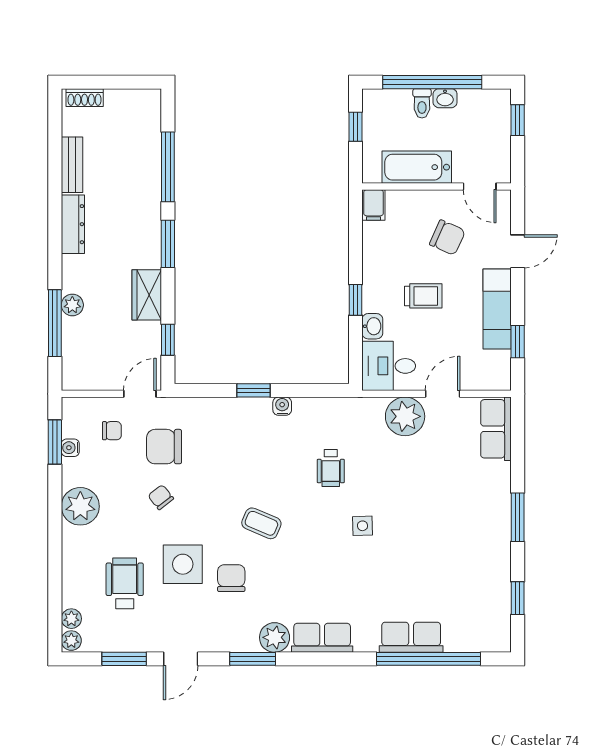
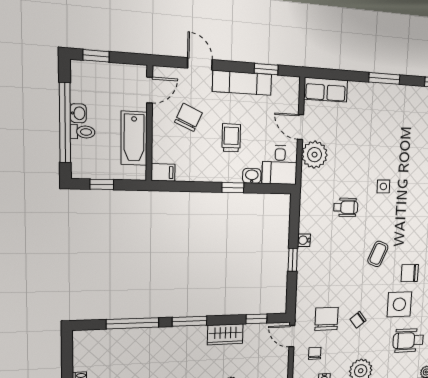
chair: (164, 447) -> (326, 319), turned 180

